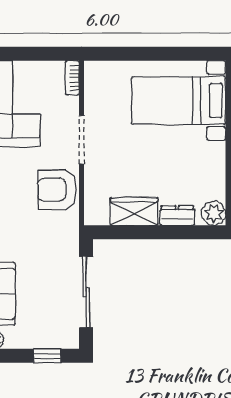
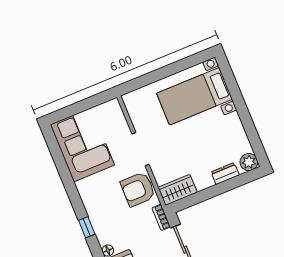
bookcase: (72, 78) -> (161, 217), moved
wardrobe: (134, 212) -> (178, 190), moved

